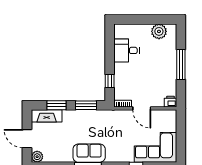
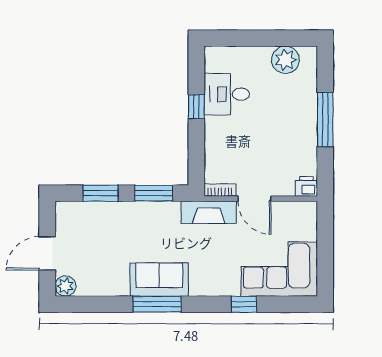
window: (110, 81) -> (196, 107), moved
fireplace: (47, 116) -> (209, 212), moved
door: (27, 139) -> (47, 253), hinge flipped

